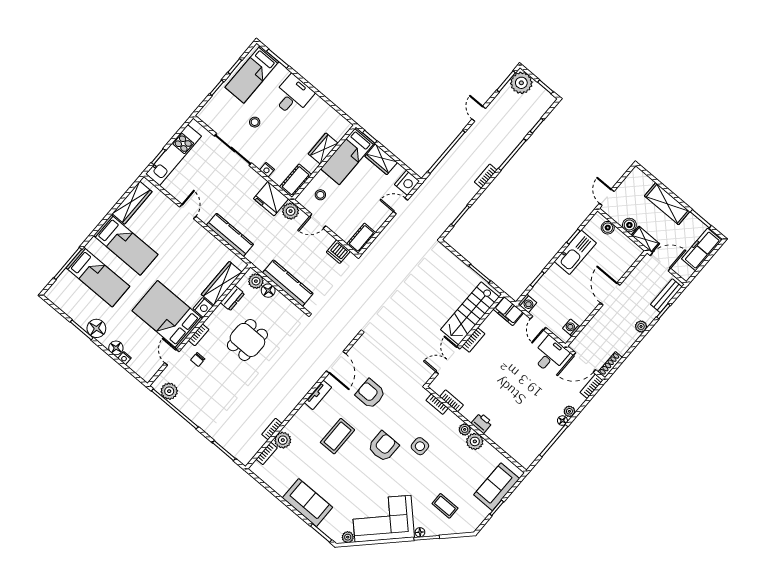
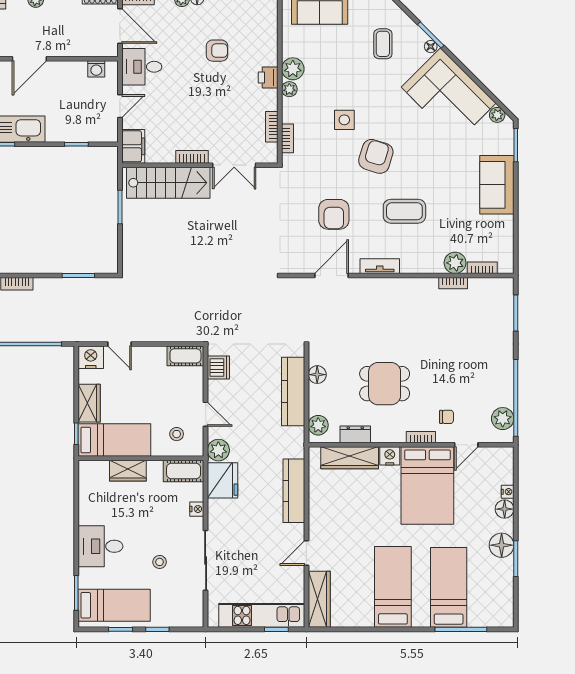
wardrobe: (132, 203) -> (319, 599), moved, turned 90
floor lamp: (268, 291) -> (317, 375), moved
washing machine: (527, 303) -> (109, 134), removed
armchair: (523, 406) -> (217, 51), added
armchair: (383, 447) -> (376, 156), turned 107

